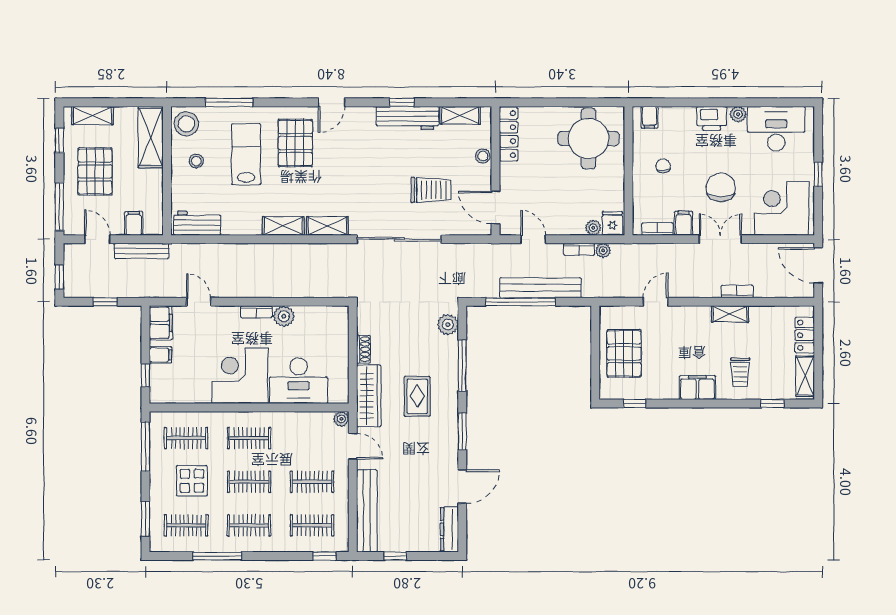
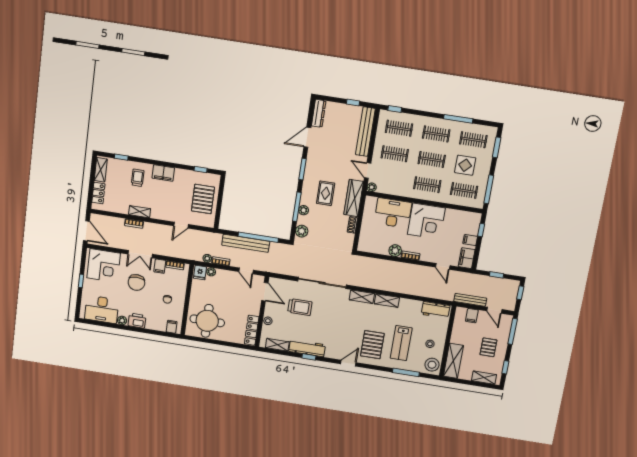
pallet: (95, 171) -> (488, 347), width x0.67, depth x0.71
trolley: (431, 190) -> (300, 307), turned 180
plant: (450, 361) -> (304, 210), added

